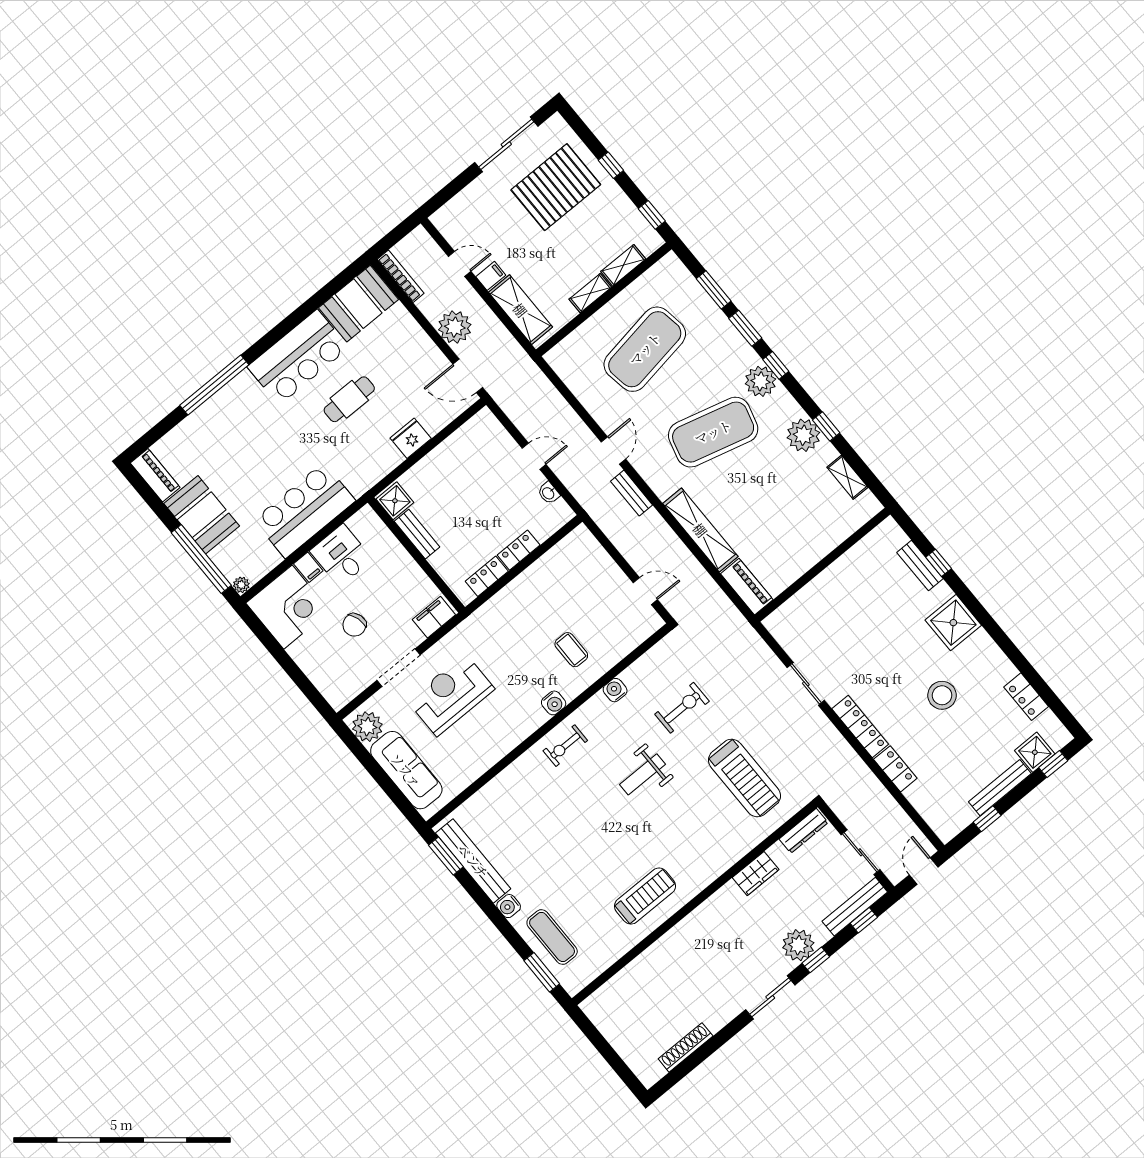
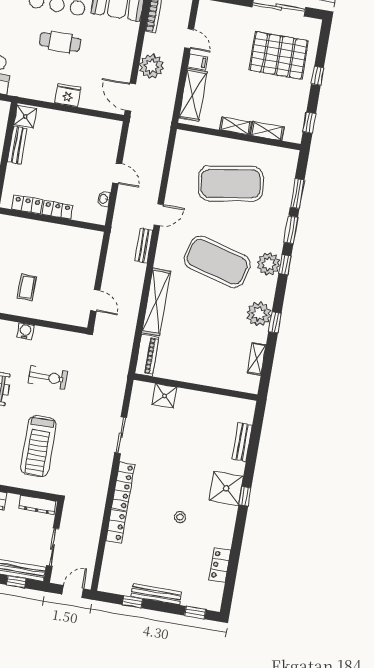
window: (939, 563) -> (245, 496), moved
stool: (942, 695) -> (180, 517), width x0.53, depth x0.53
shower: (1035, 752) -> (164, 396), moved

